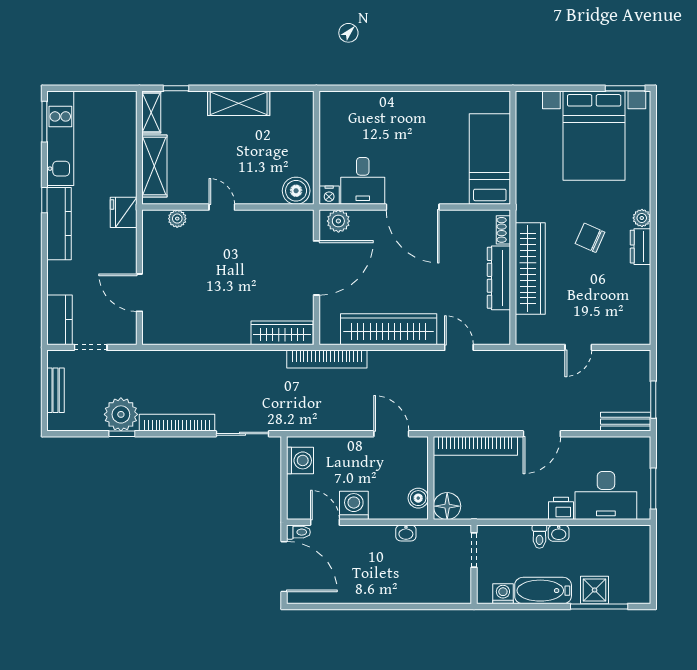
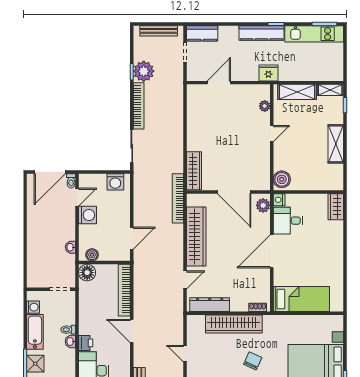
wardrobe: (340, 103) -> (336, 207), added
dresser: (499, 278) -> (210, 305), moved
bench: (56, 390) -> (159, 31), width x1.36

